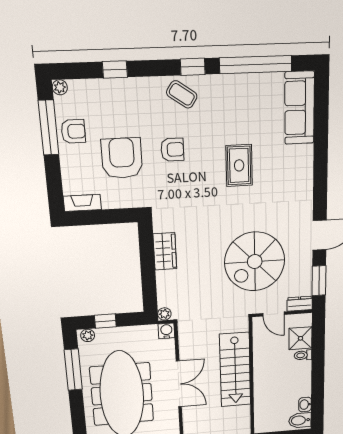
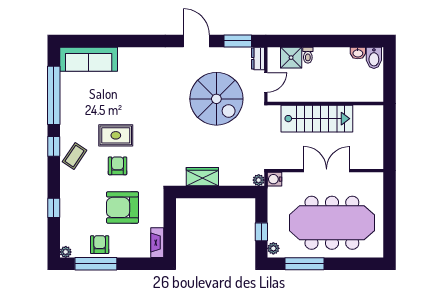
rug: (239, 165) -> (116, 135), moved

